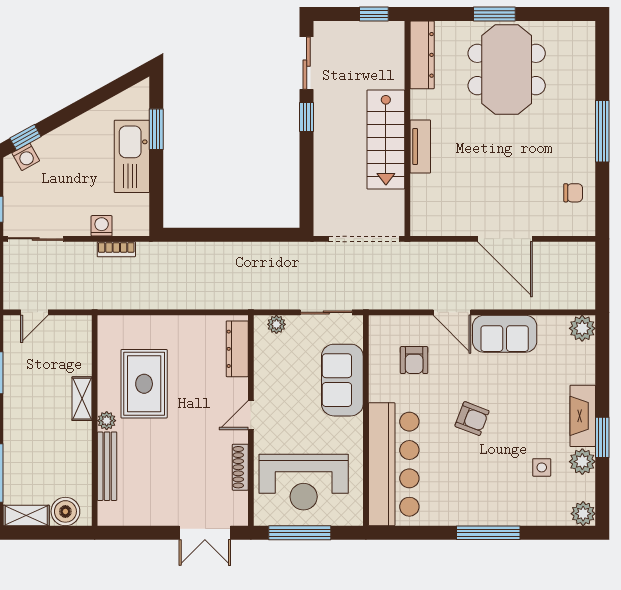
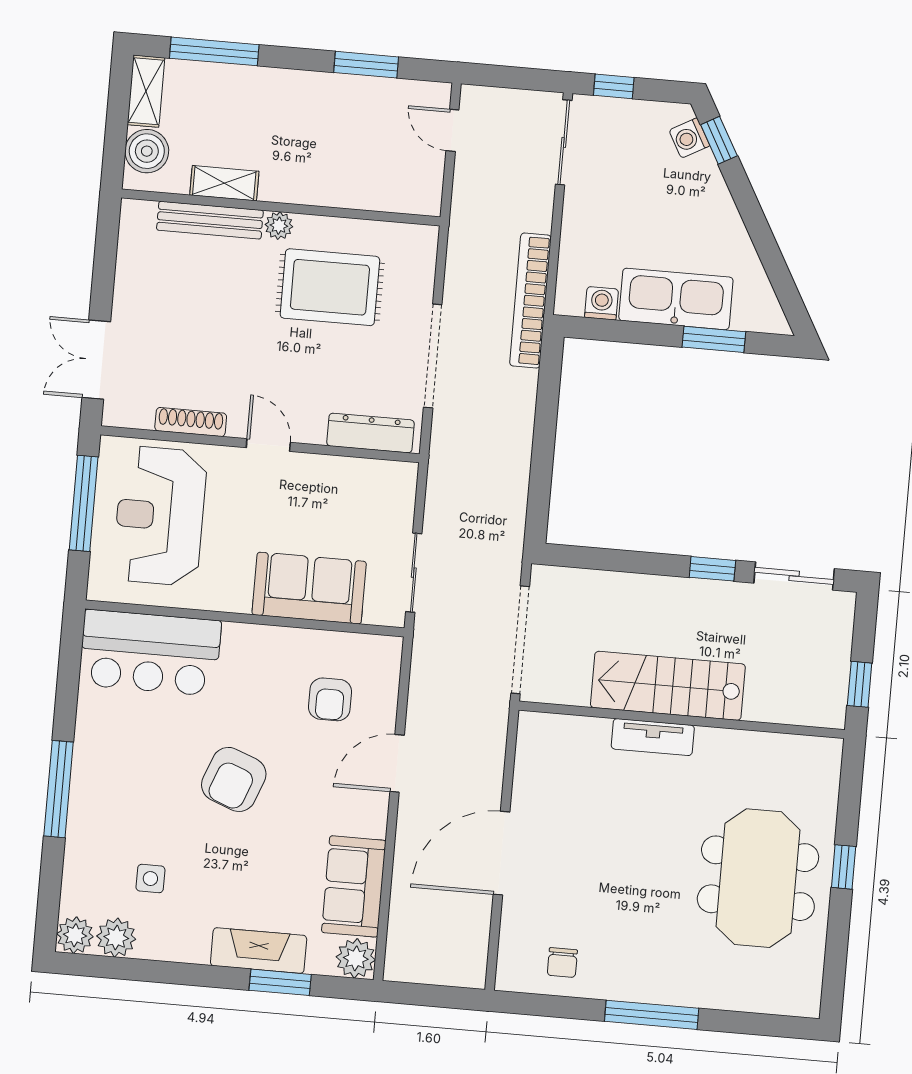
window: (494, 14) -> (844, 867), width x0.67
dresser: (422, 55) -> (791, 752), removed
meeting table: (507, 69) -> (758, 878), turned 90
washing machine: (102, 226) -> (602, 303), moved, turned -90
bookcase: (116, 249) -> (530, 301), width x2.31, depth x1.31
doorway: (183, 312) -> (433, 356), added
plant: (276, 324) -> (402, 496), removed
sofa: (505, 334) -> (354, 886), moved
armchair: (414, 360) -> (330, 699), turned -90
shelving: (82, 399) -> (224, 183), moved
fireplace: (583, 416) -> (259, 951), moved
armchair: (472, 419) -> (234, 779), width x1.38, depth x1.38
window: (602, 437) -> (280, 982), moved
plant: (582, 462) -> (116, 938), moved
bar counter: (394, 464) -> (150, 653), width x0.73

